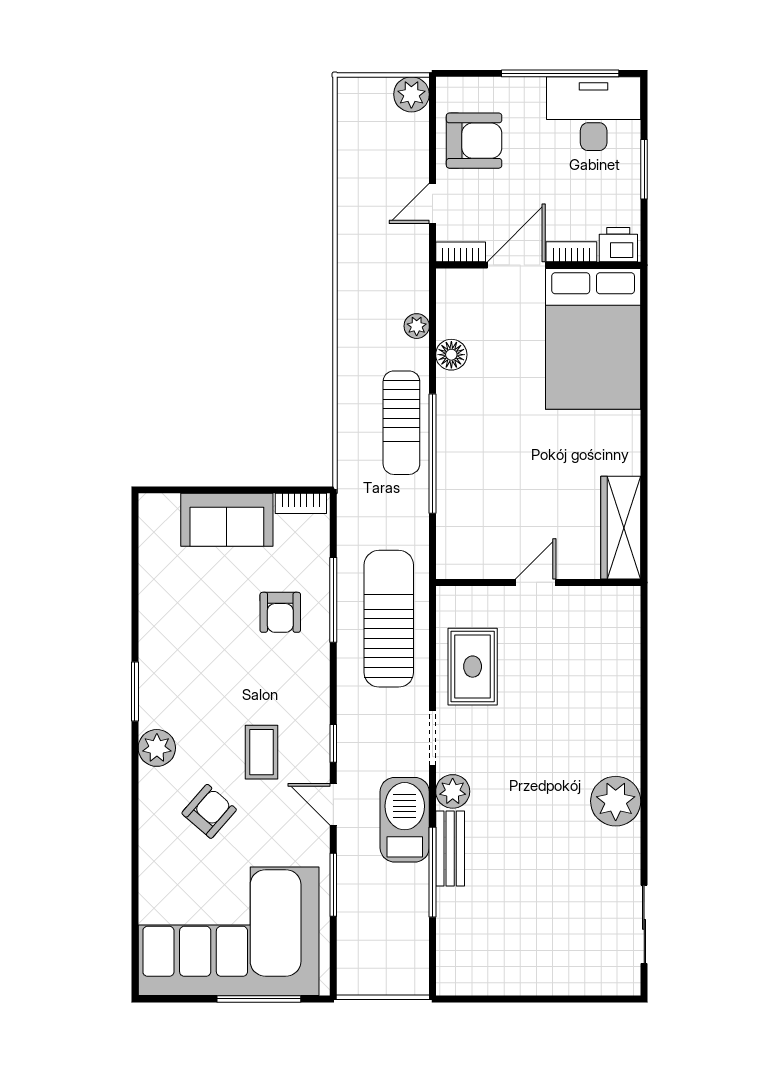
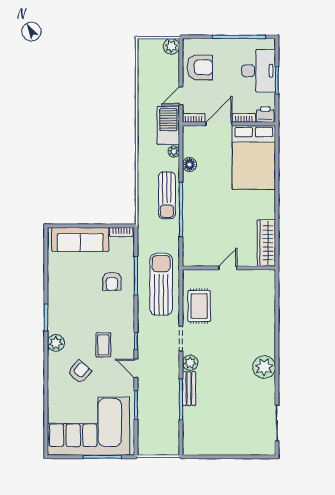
desk: (594, 114) -> (259, 71), moved, turned 90
sofa: (227, 520) -> (80, 239), width x1.36
barbecue: (405, 820) -> (168, 125), moved

